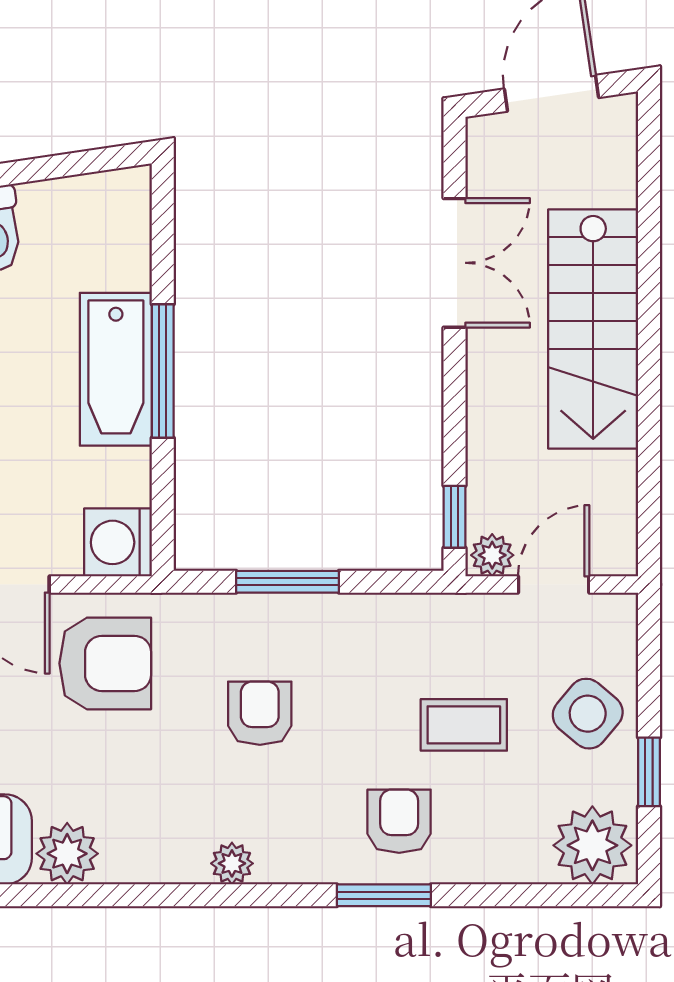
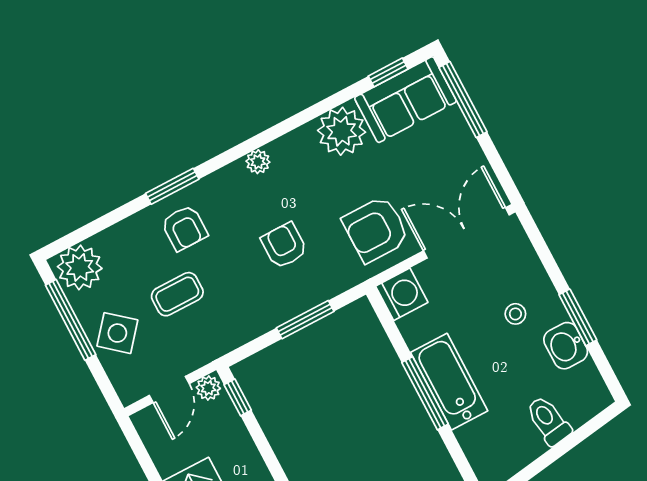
armchair: (260, 713) -> (284, 245), turned 180
window: (649, 772) -> (71, 320), width x2.17
plant: (67, 854) -> (342, 131), width x1.36, depth x1.36

